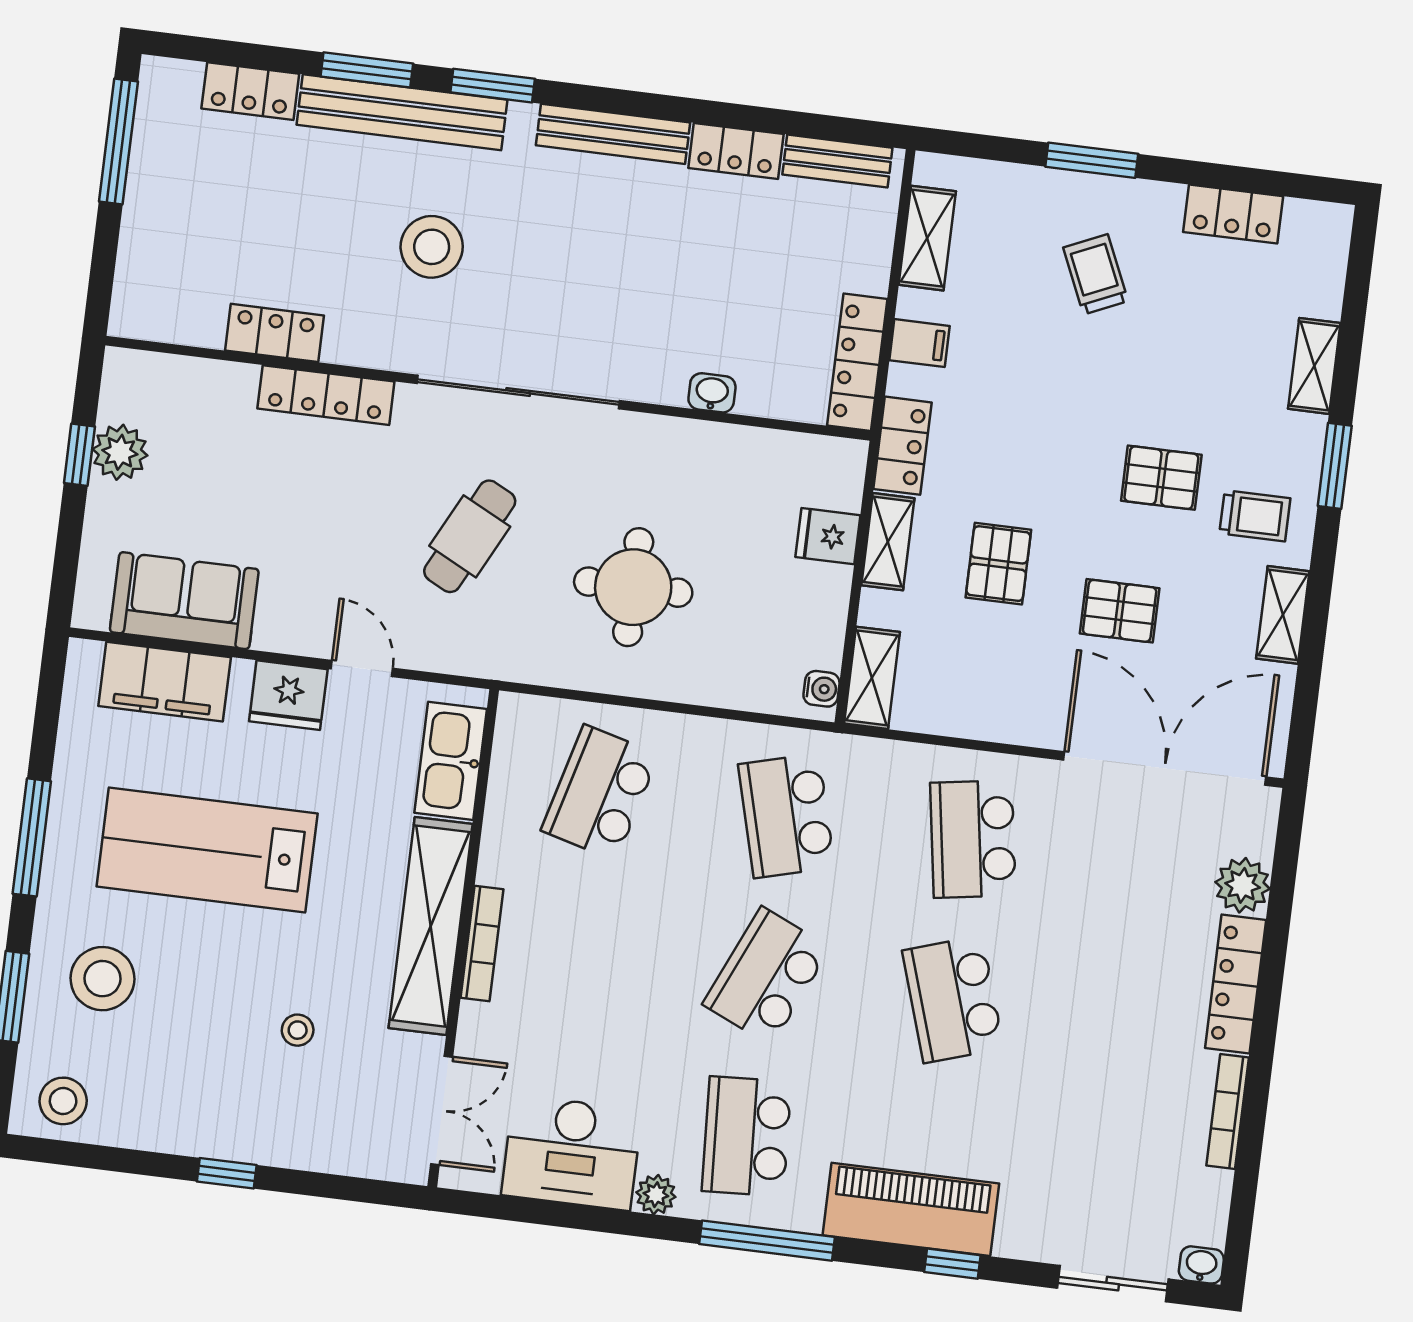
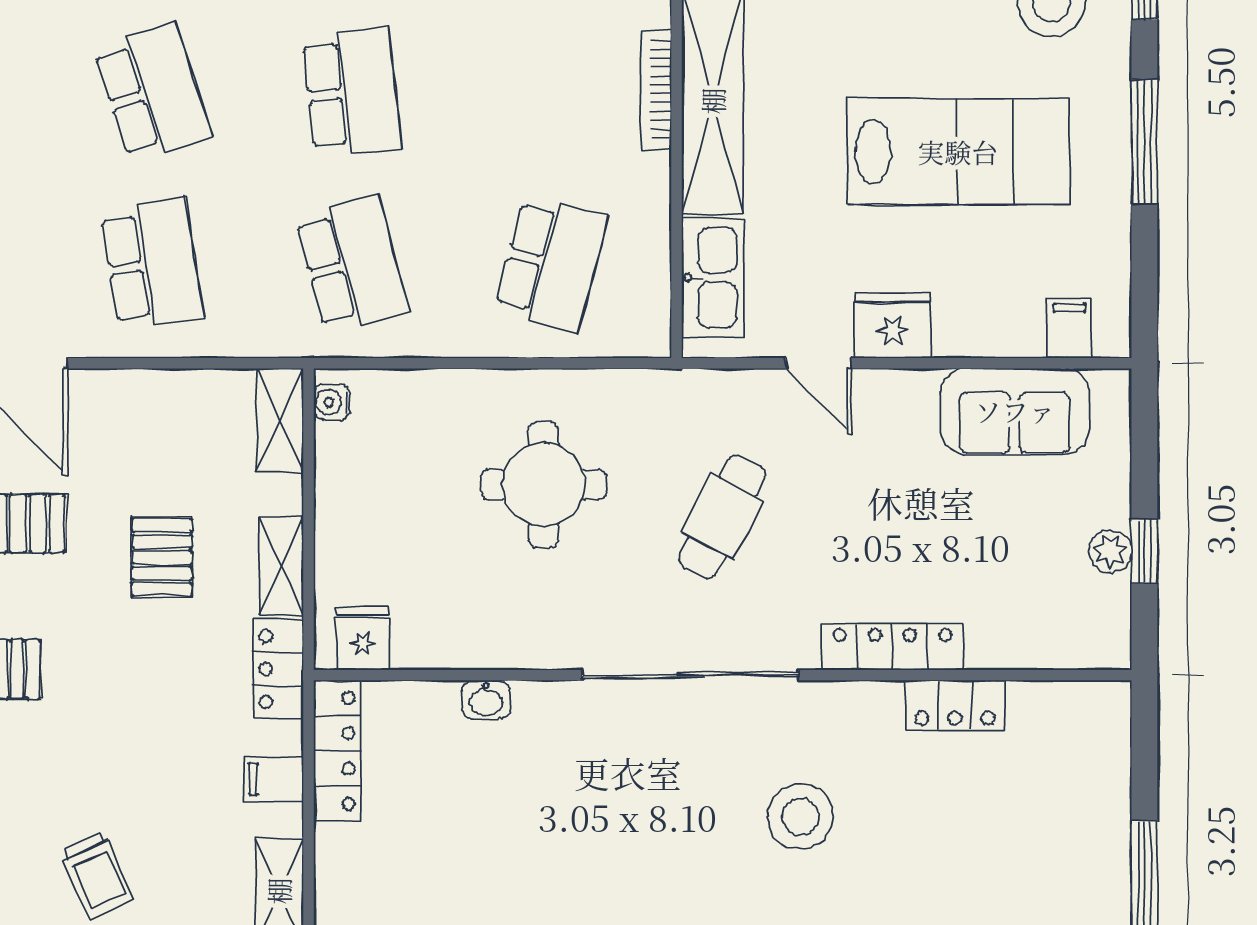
plant: (120, 452) -> (1110, 551), width x0.73, depth x0.73
fridge: (828, 536) -> (363, 639), moved, turned -90
filing cabinet: (165, 682) -> (1069, 329), width x0.33, depth x0.86
school desk: (766, 976) -> (352, 92), turned -30

